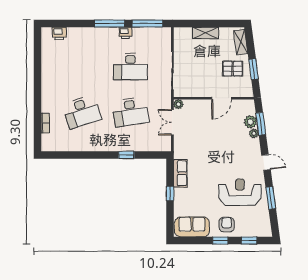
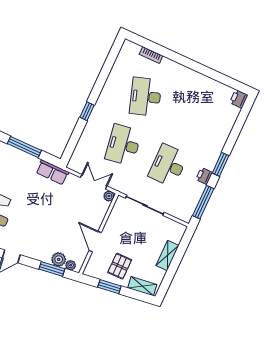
window: (109, 24) -> (221, 164), width x0.69
printer: (59, 33) -> (239, 99), moved
plant: (254, 133) -> (71, 265), moved
window: (126, 155) -> (87, 111), moved
row of seats: (180, 173) -> (52, 172), moved
window: (170, 193) -> (24, 147), width x2.17

